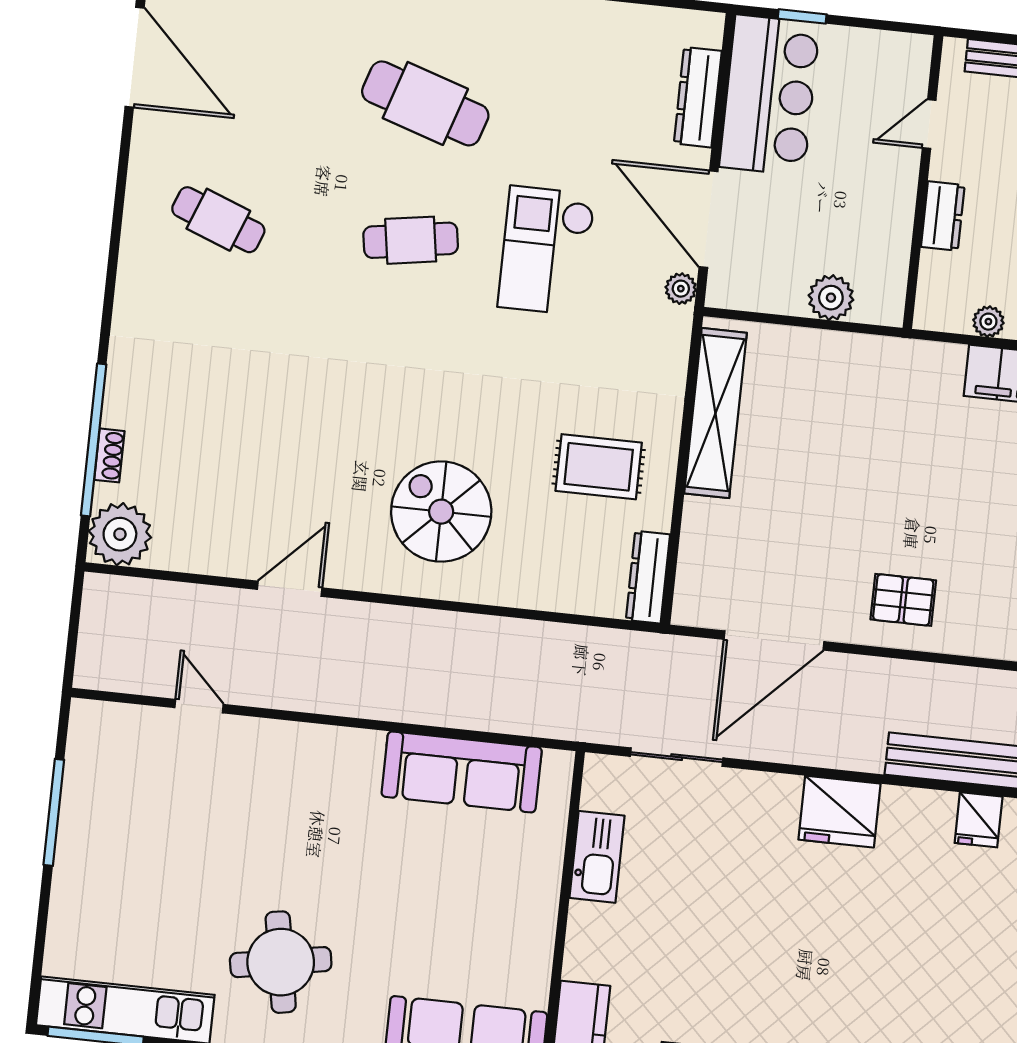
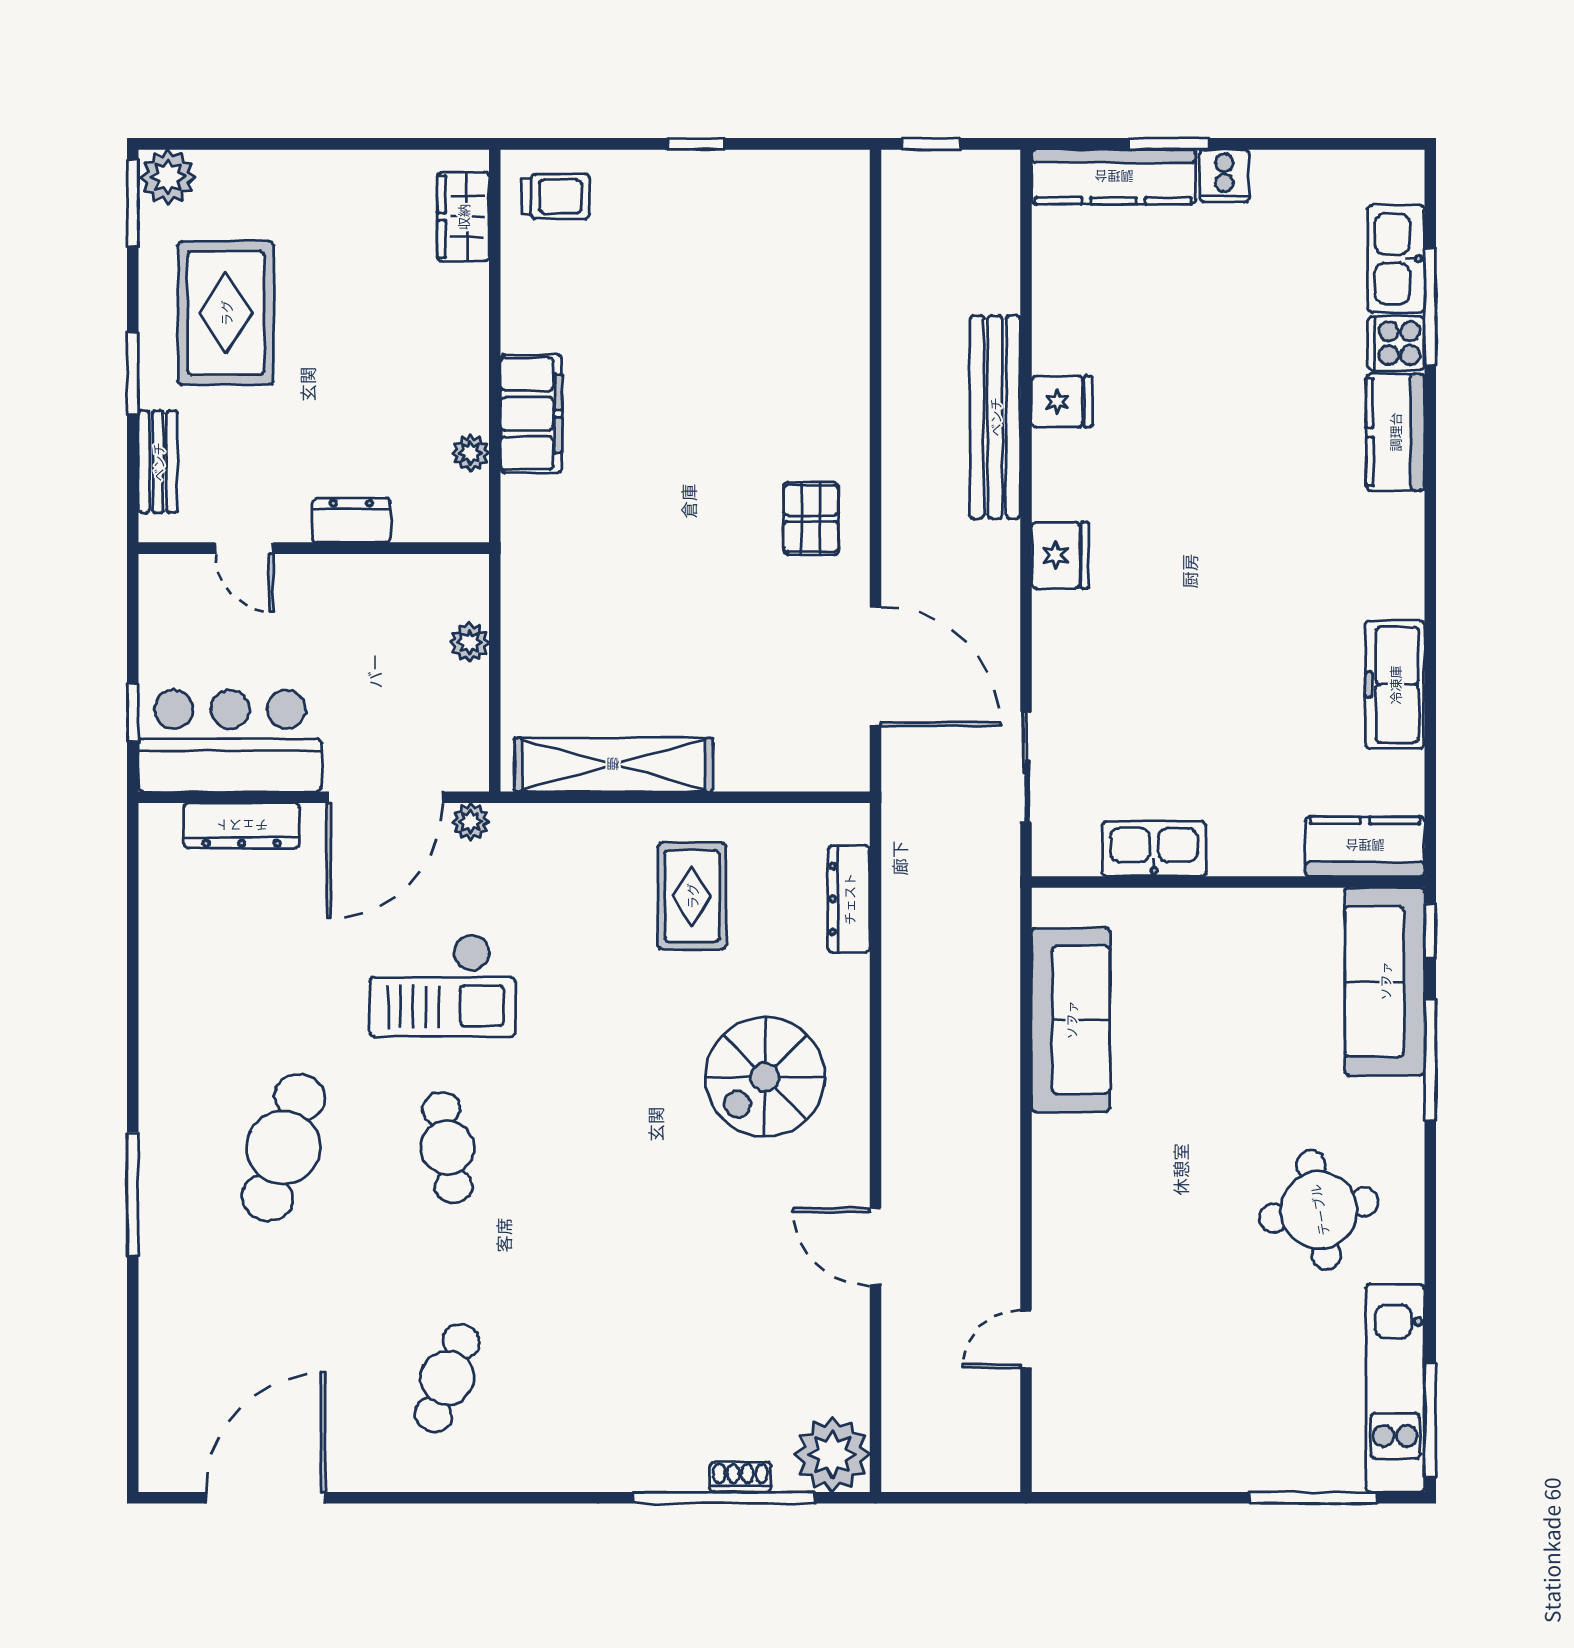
plant: (831, 298) -> (469, 642), width x0.73, depth x0.73
dresser: (648, 577) -> (849, 899), moved, turned 90
window: (54, 812) -> (1314, 1498), moved
fridge: (839, 812) -> (1060, 555), width x0.73, depth x0.75

